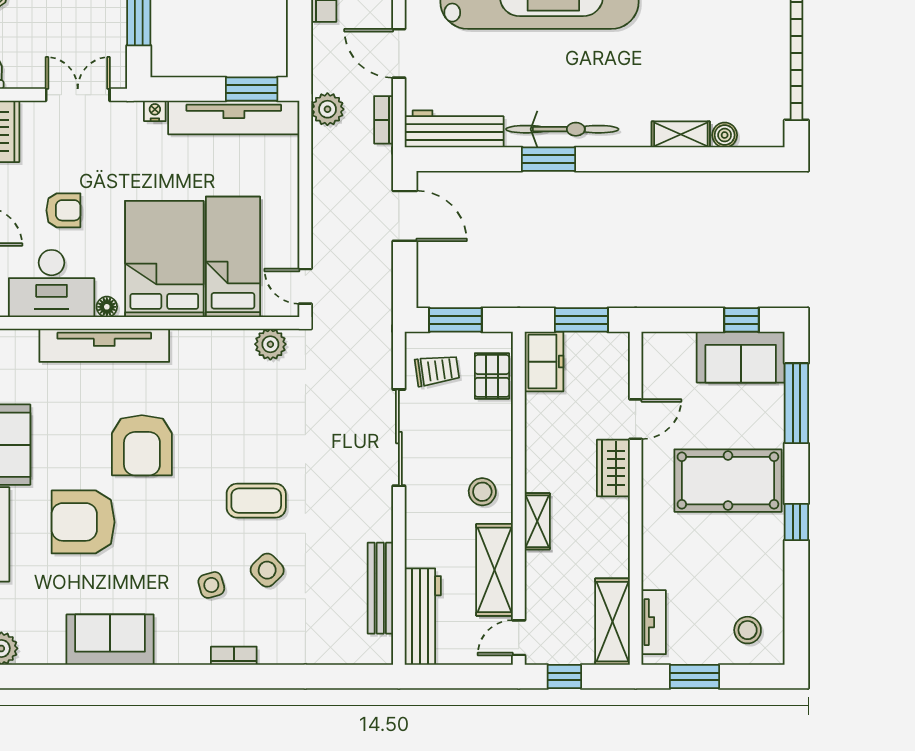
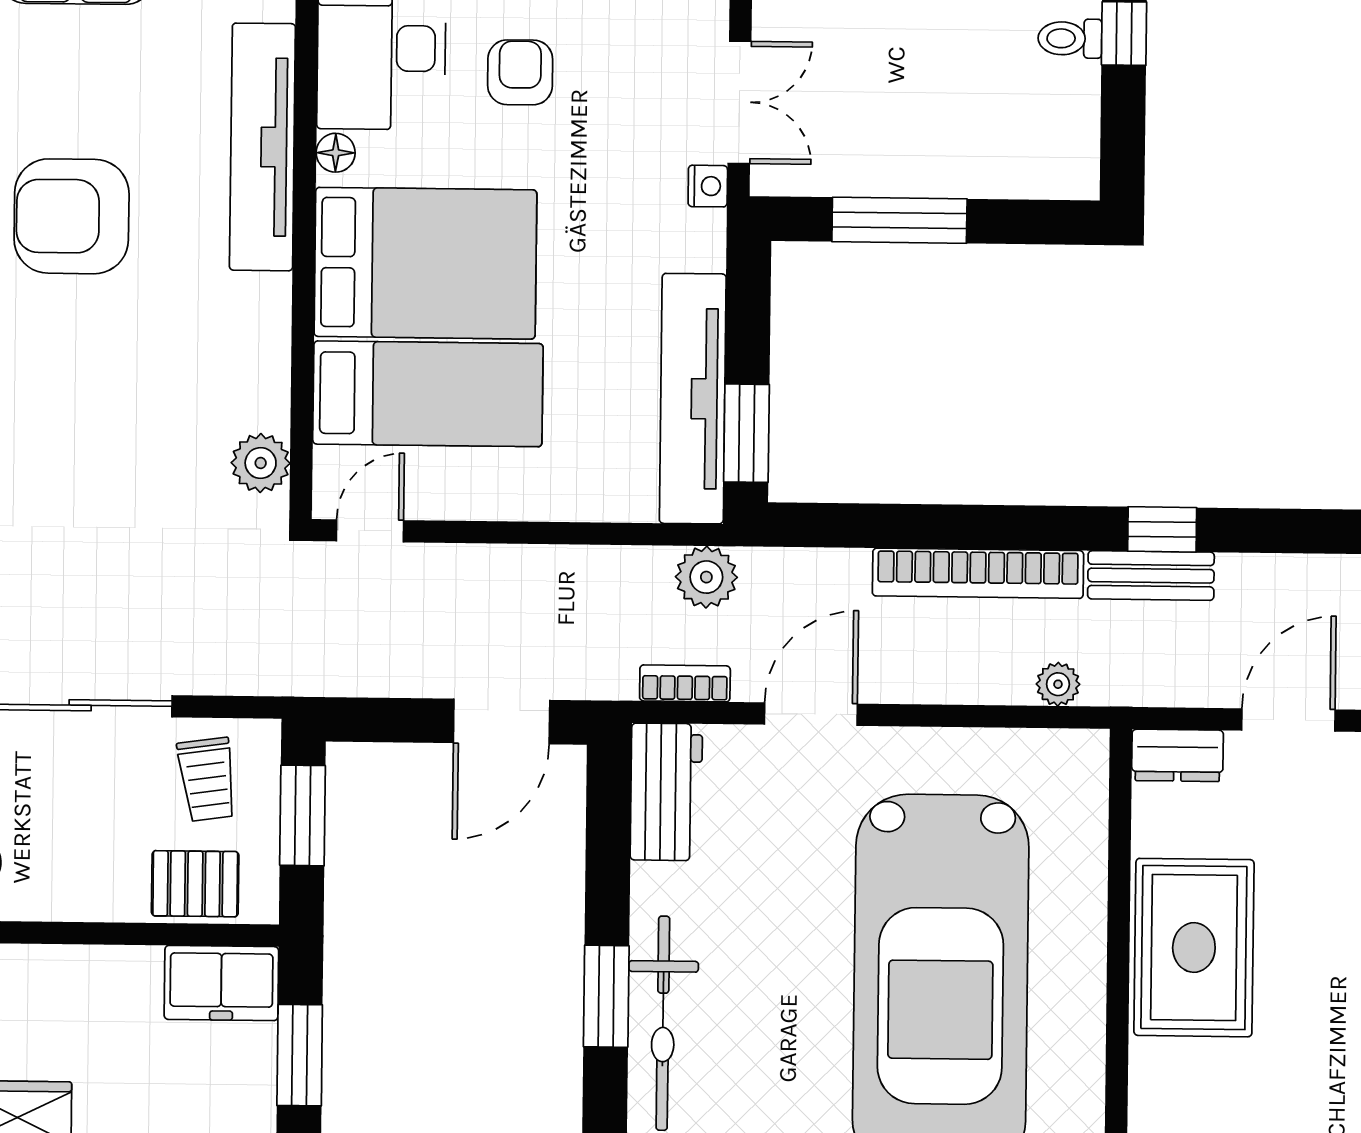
nightstand: (155, 111) -> (708, 186), moved
workbench: (454, 129) -> (666, 792), width x0.73
armchair: (63, 210) -> (520, 72), turned 180

